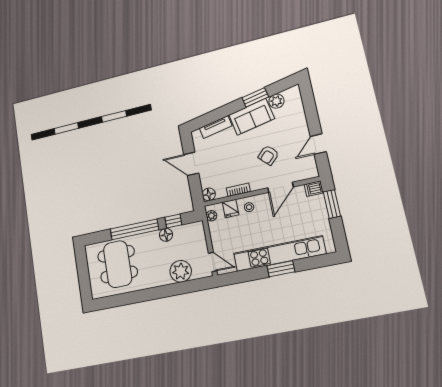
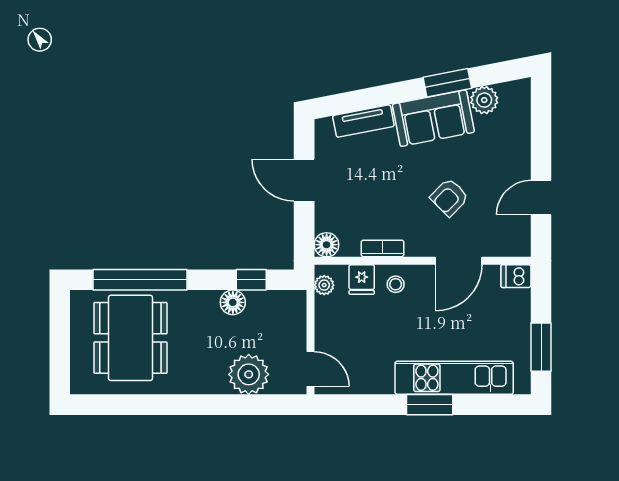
window: (332, 204) -> (541, 347), moved
window: (134, 229) -> (140, 280), moved
kitchen unit: (279, 254) -> (454, 378), width x0.73

